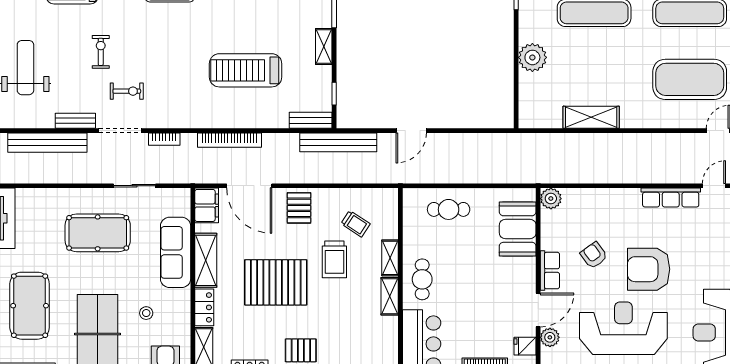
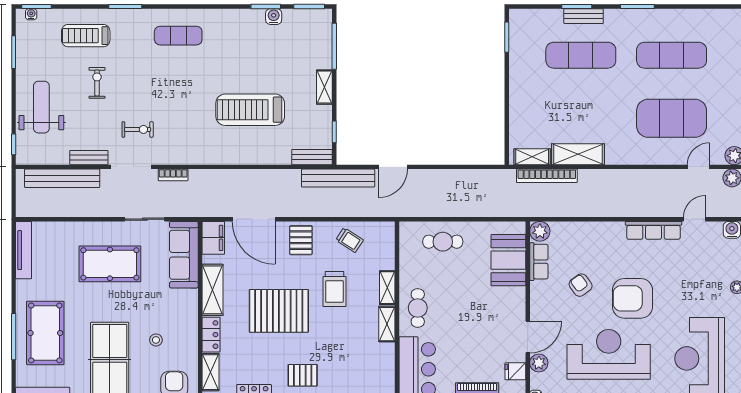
exercise bike: (101, 52) -> (97, 83), moved
plant: (532, 57) -> (522, 98), removed
shelving: (543, 120) -> (532, 157), added
door: (411, 131) -> (393, 167), moved
bookcase: (230, 140) -> (547, 176), moved
trolley: (355, 224) -> (349, 240), moved
sofa: (176, 252) -> (184, 255), moved
row of seats: (550, 271) -> (539, 262), moved

